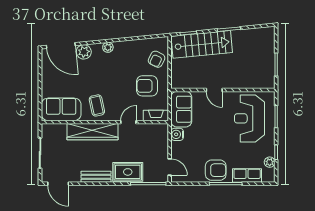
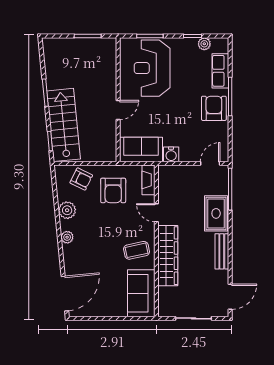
plant: (84, 52) -> (67, 210), moved
reception desk: (249, 118) -> (152, 68), turned 90

